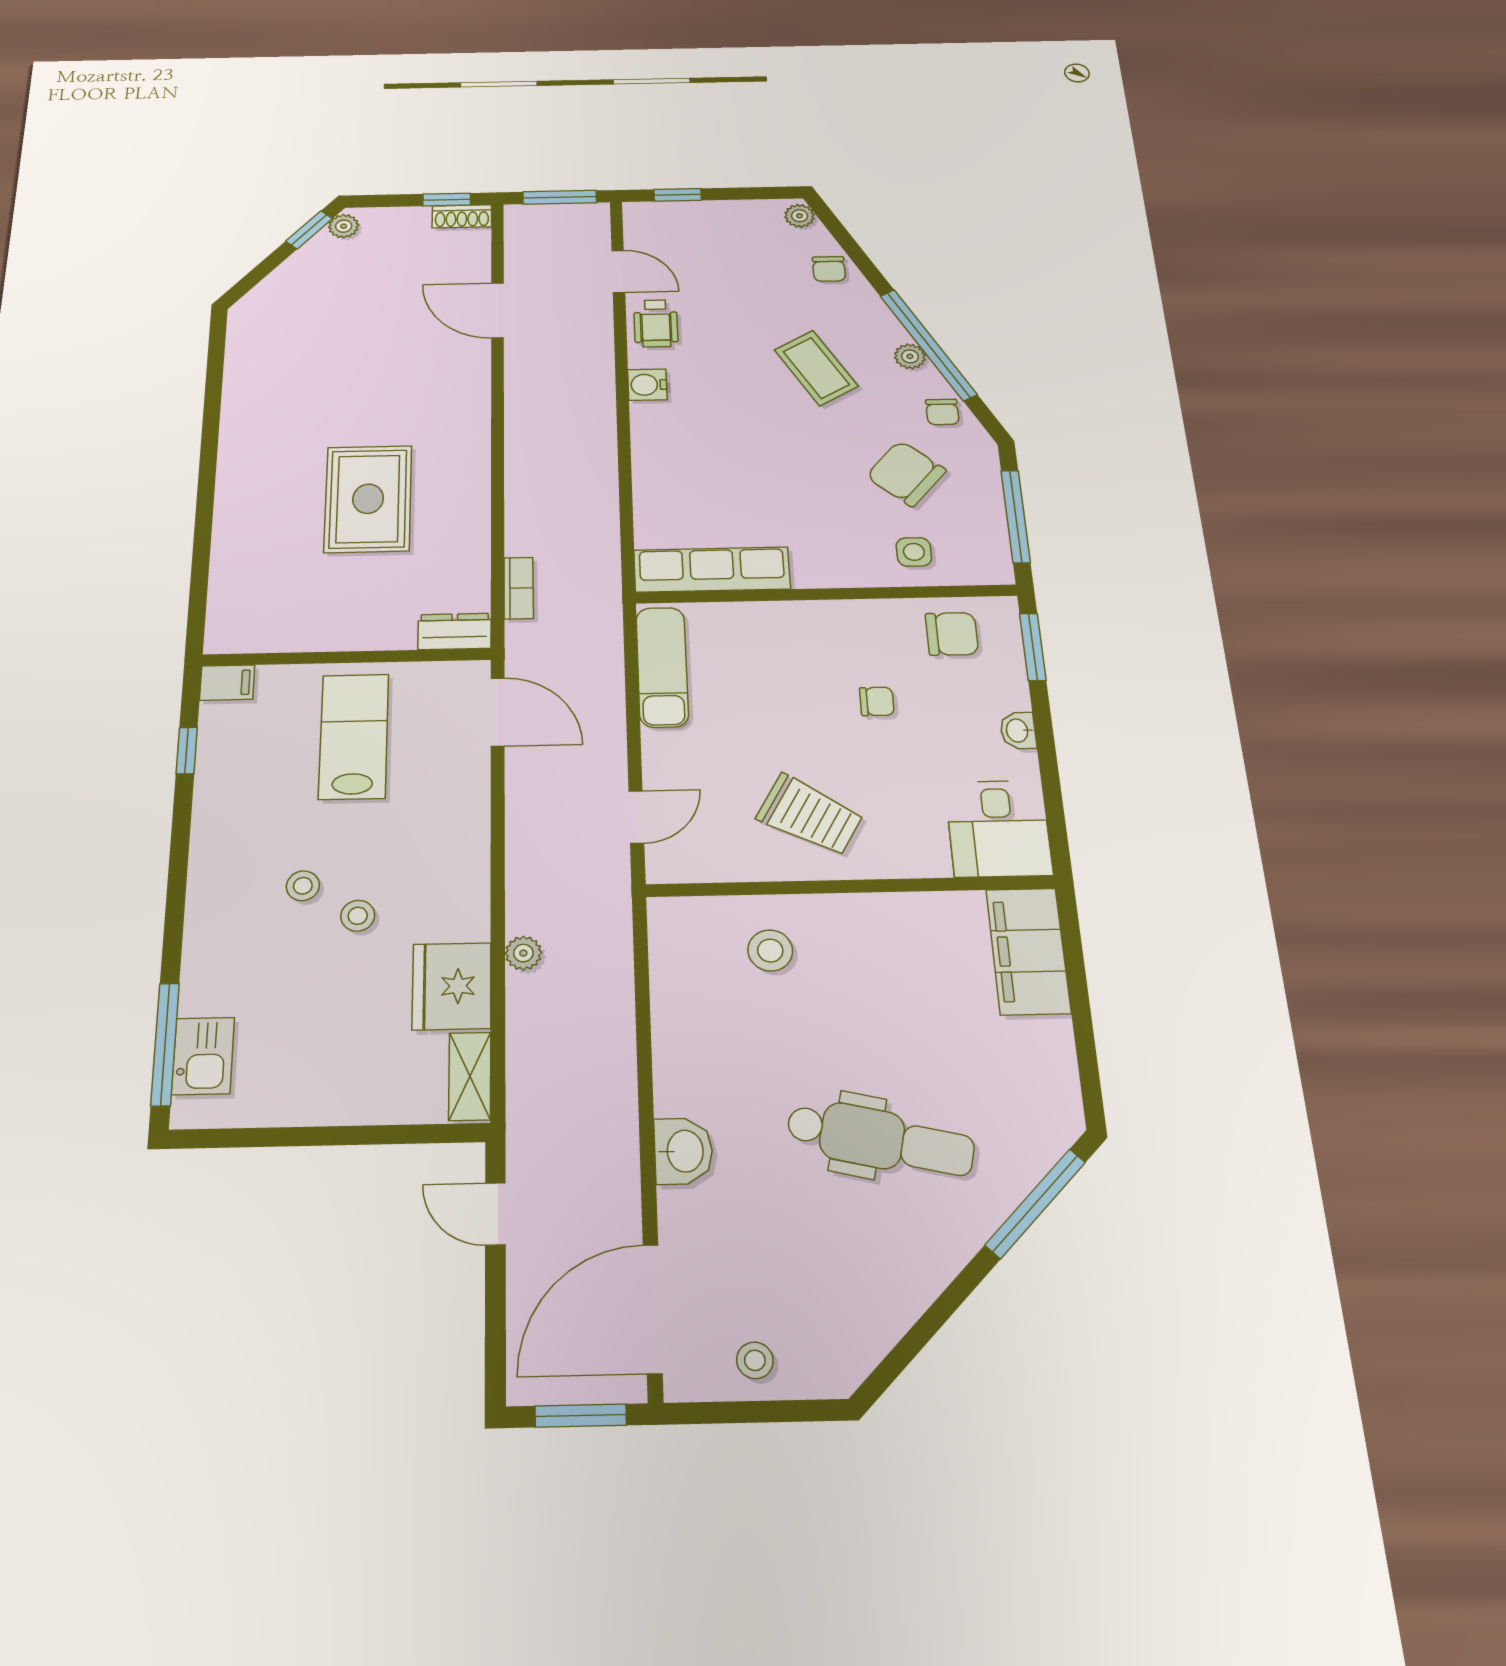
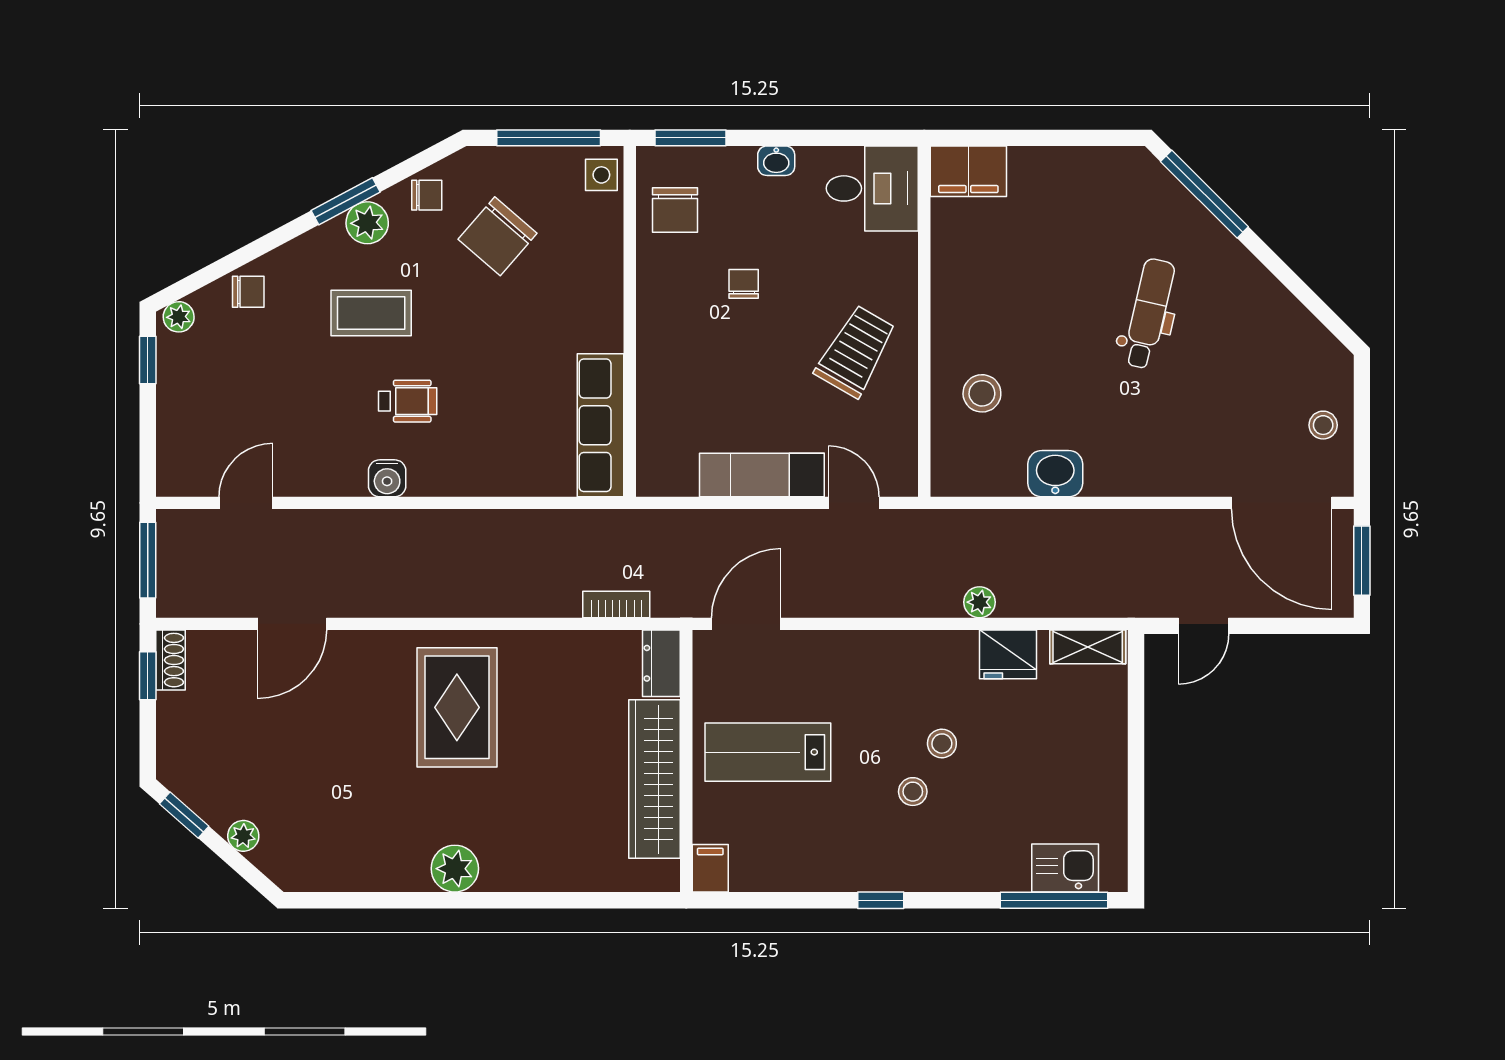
window: (678, 195) -> (148, 360), moved
plant: (344, 226) -> (243, 836), moved
wheelchair: (656, 323) -> (408, 401), moved
window: (928, 345) -> (346, 201), width x0.47
plant: (910, 356) -> (367, 223), width x1.38, depth x1.38
coffee table: (816, 368) -> (371, 313), turned 30
plant: (242, 450) -> (455, 869), added
rug: (368, 499) -> (457, 707), moved, turned 90
side table: (914, 552) -> (601, 175), moved
wardrobe: (328, 628) -> (654, 779), added
chair: (952, 634) -> (675, 210), turned 180
exam couch: (662, 667) -> (762, 475), moved
window: (187, 751) -> (881, 900), moved
filing cabinet: (1028, 951) -> (968, 171), width x0.67, depth x0.86
fridge: (452, 986) -> (1008, 654), width x0.73, depth x0.75
dental chair: (880, 1139) -> (1149, 314), width x0.73, depth x0.72
washbasin: (683, 1151) -> (1055, 474), moved

